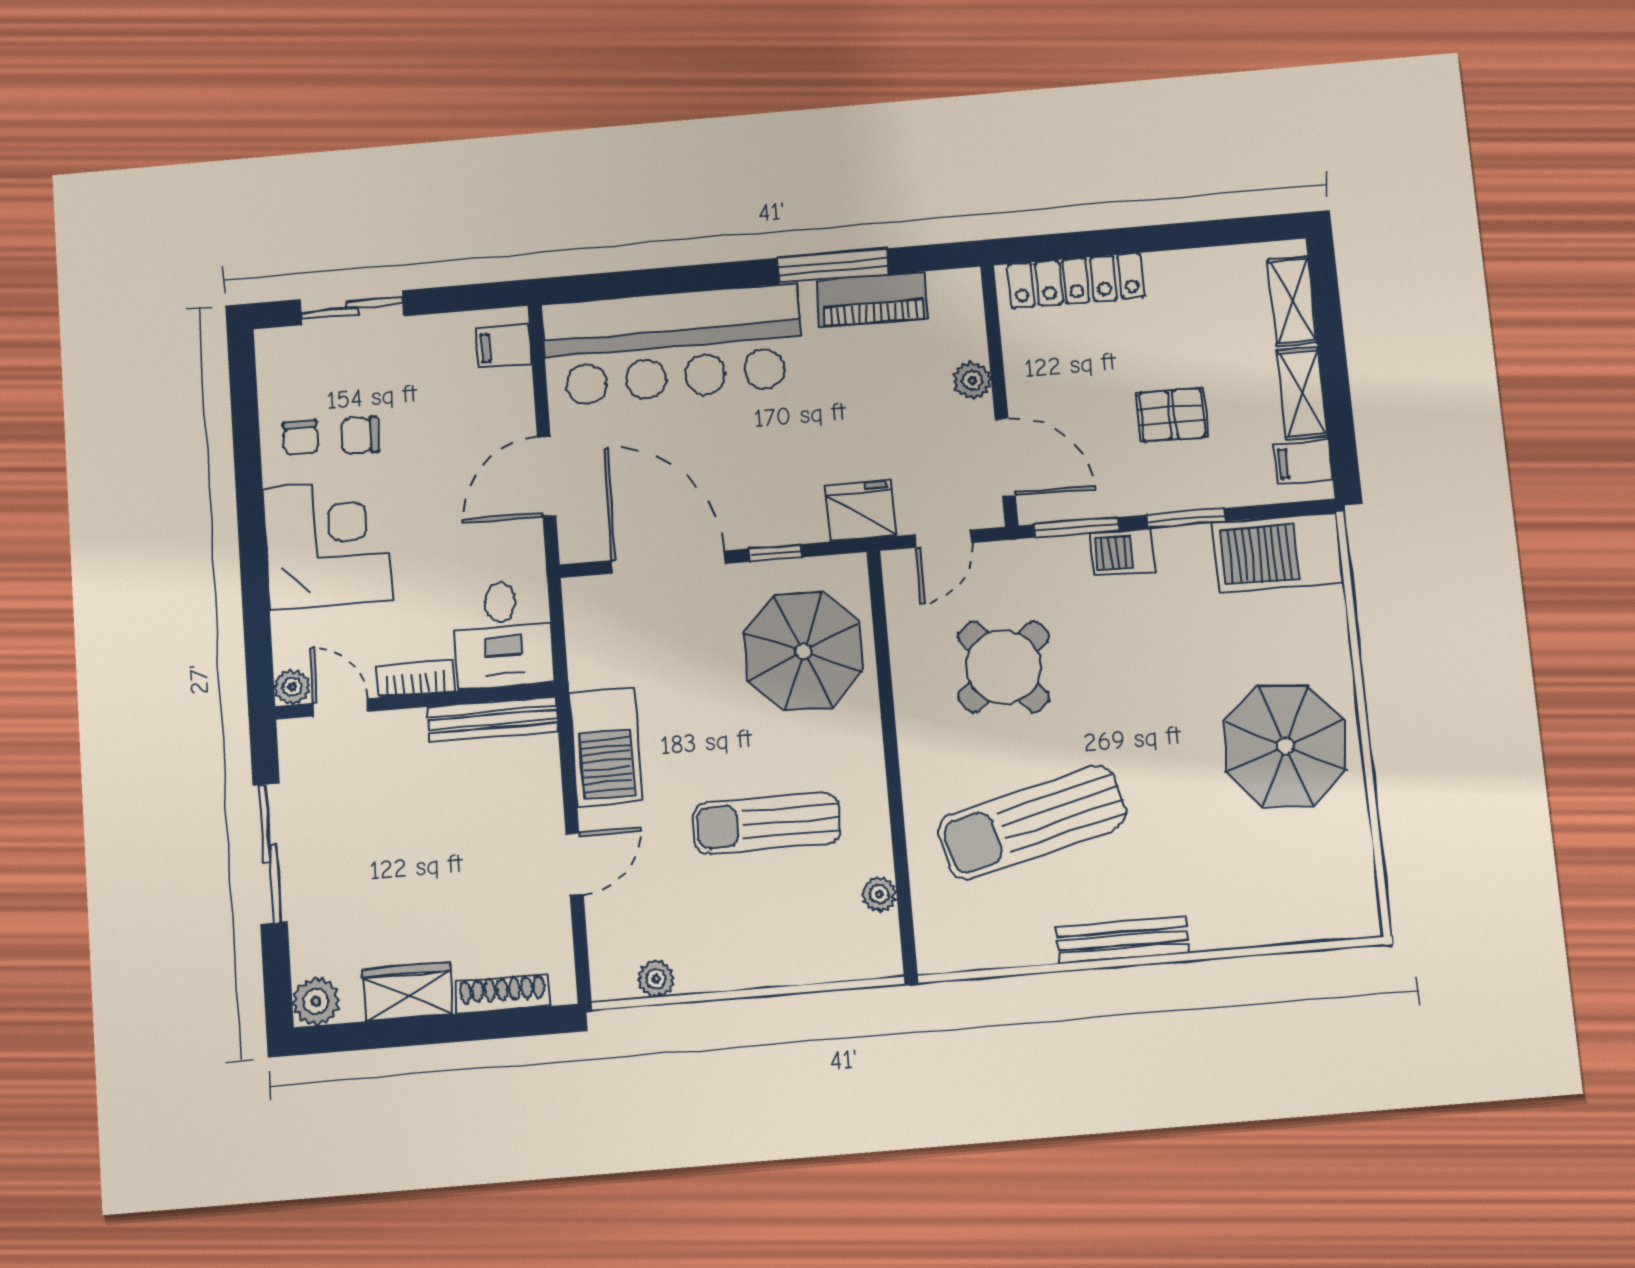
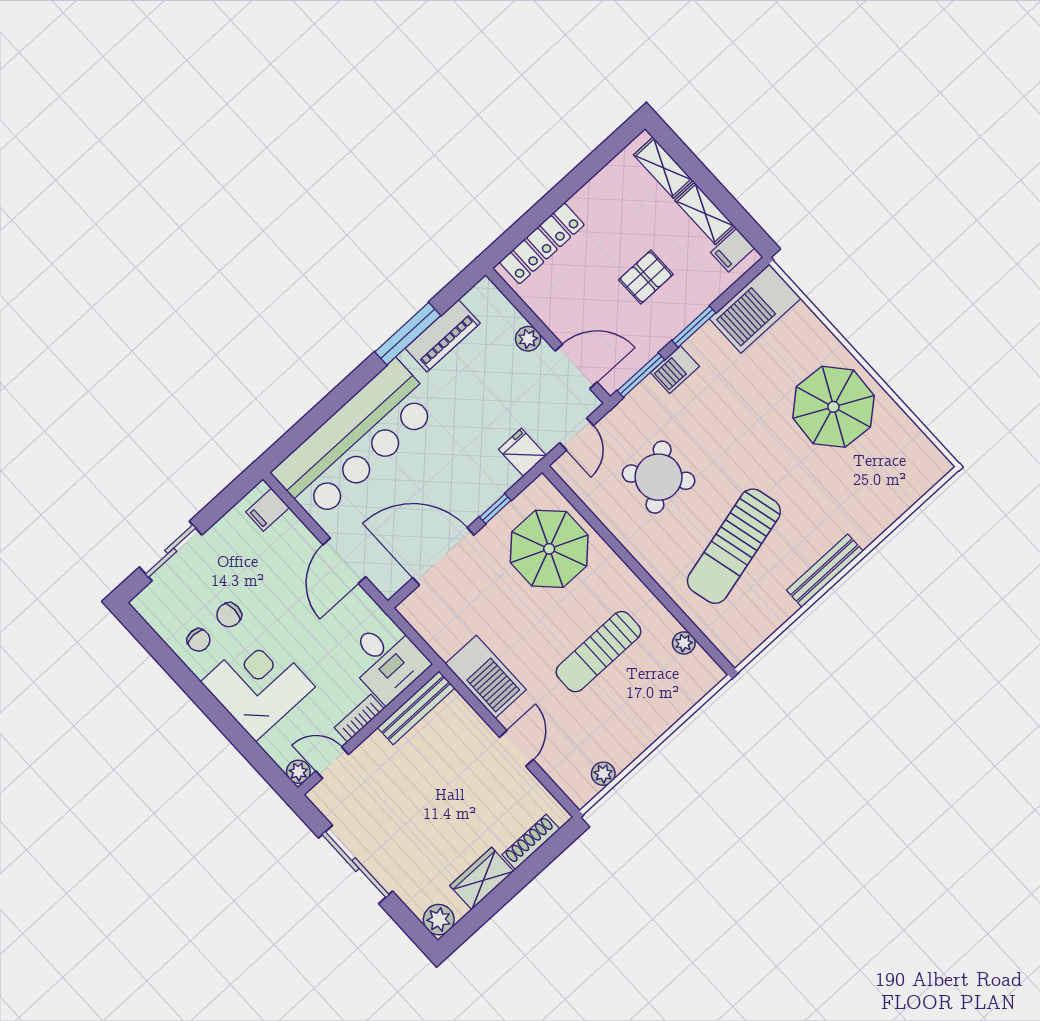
fridge: (861, 511) -> (523, 452), width x0.72

